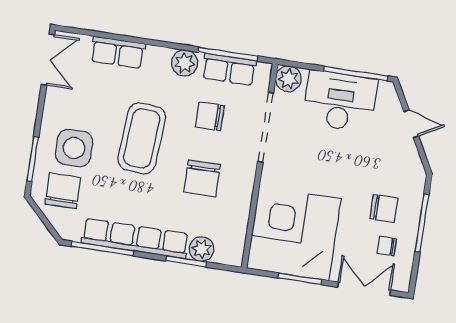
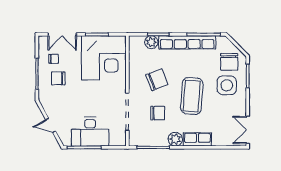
row of seats: (118, 52) -> (197, 139), moved
row of seats: (229, 69) -> (151, 139), removed
plant: (288, 79) -> (119, 139), removed
chair: (202, 178) -> (157, 80), turned 69

